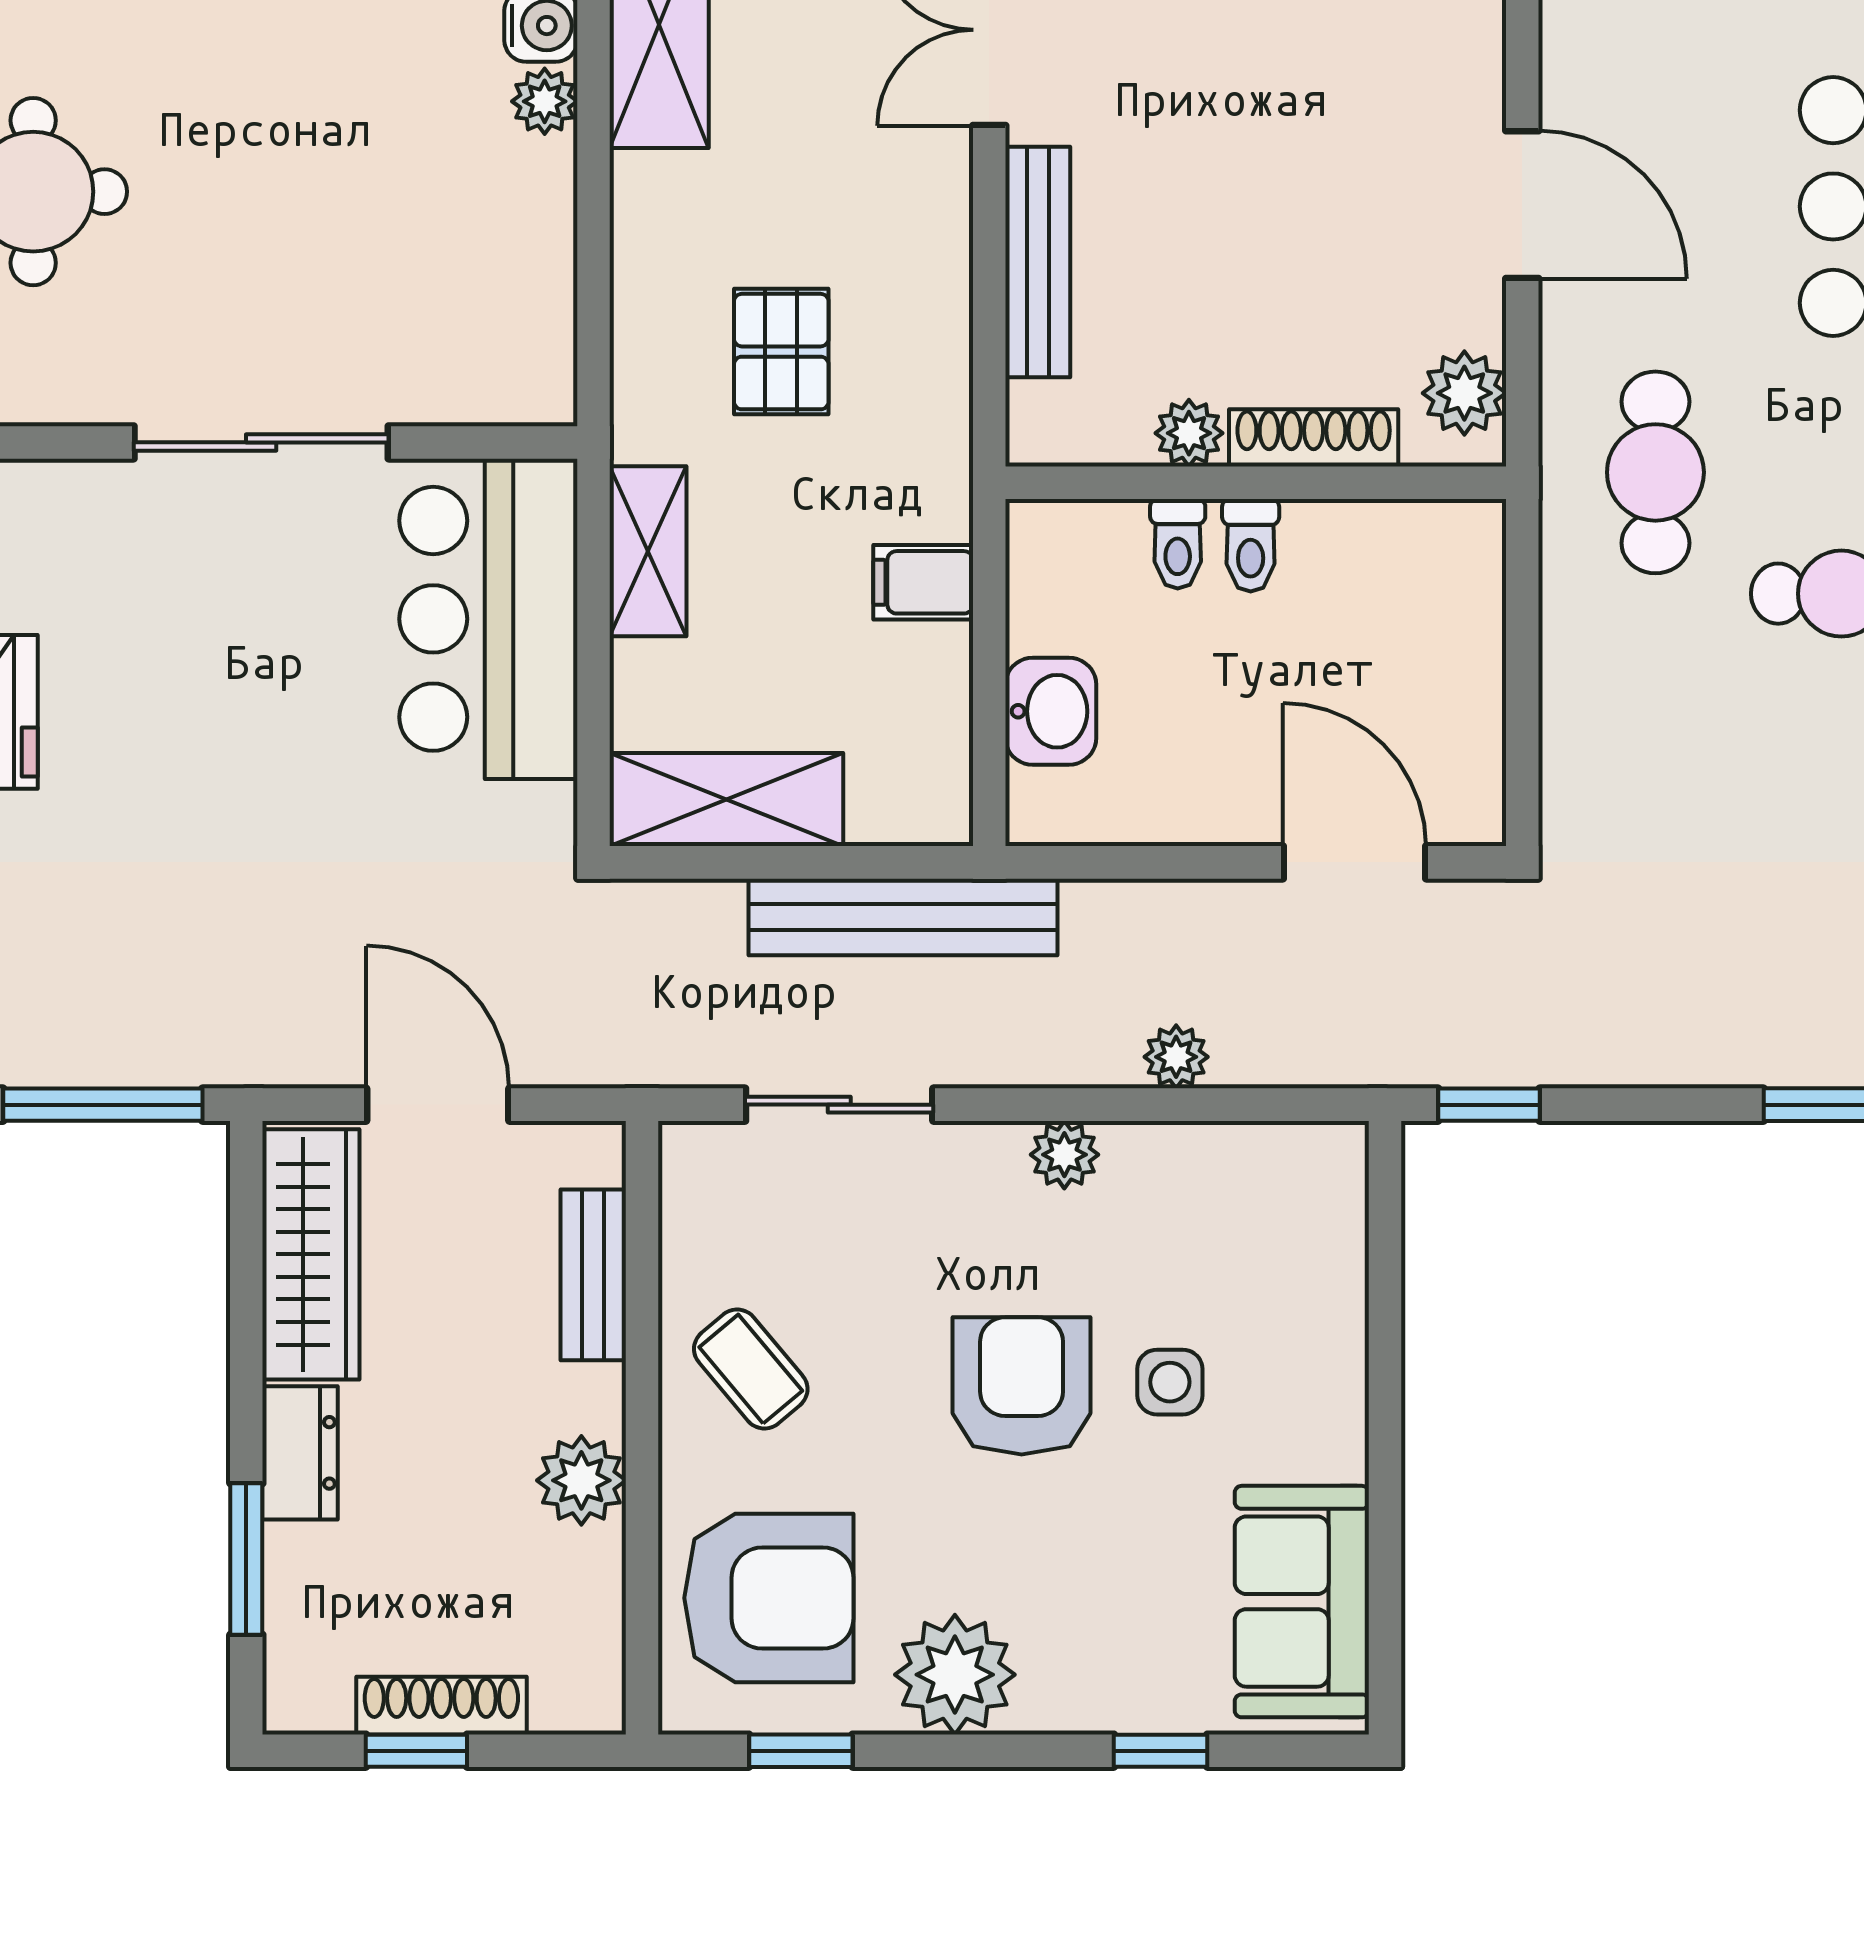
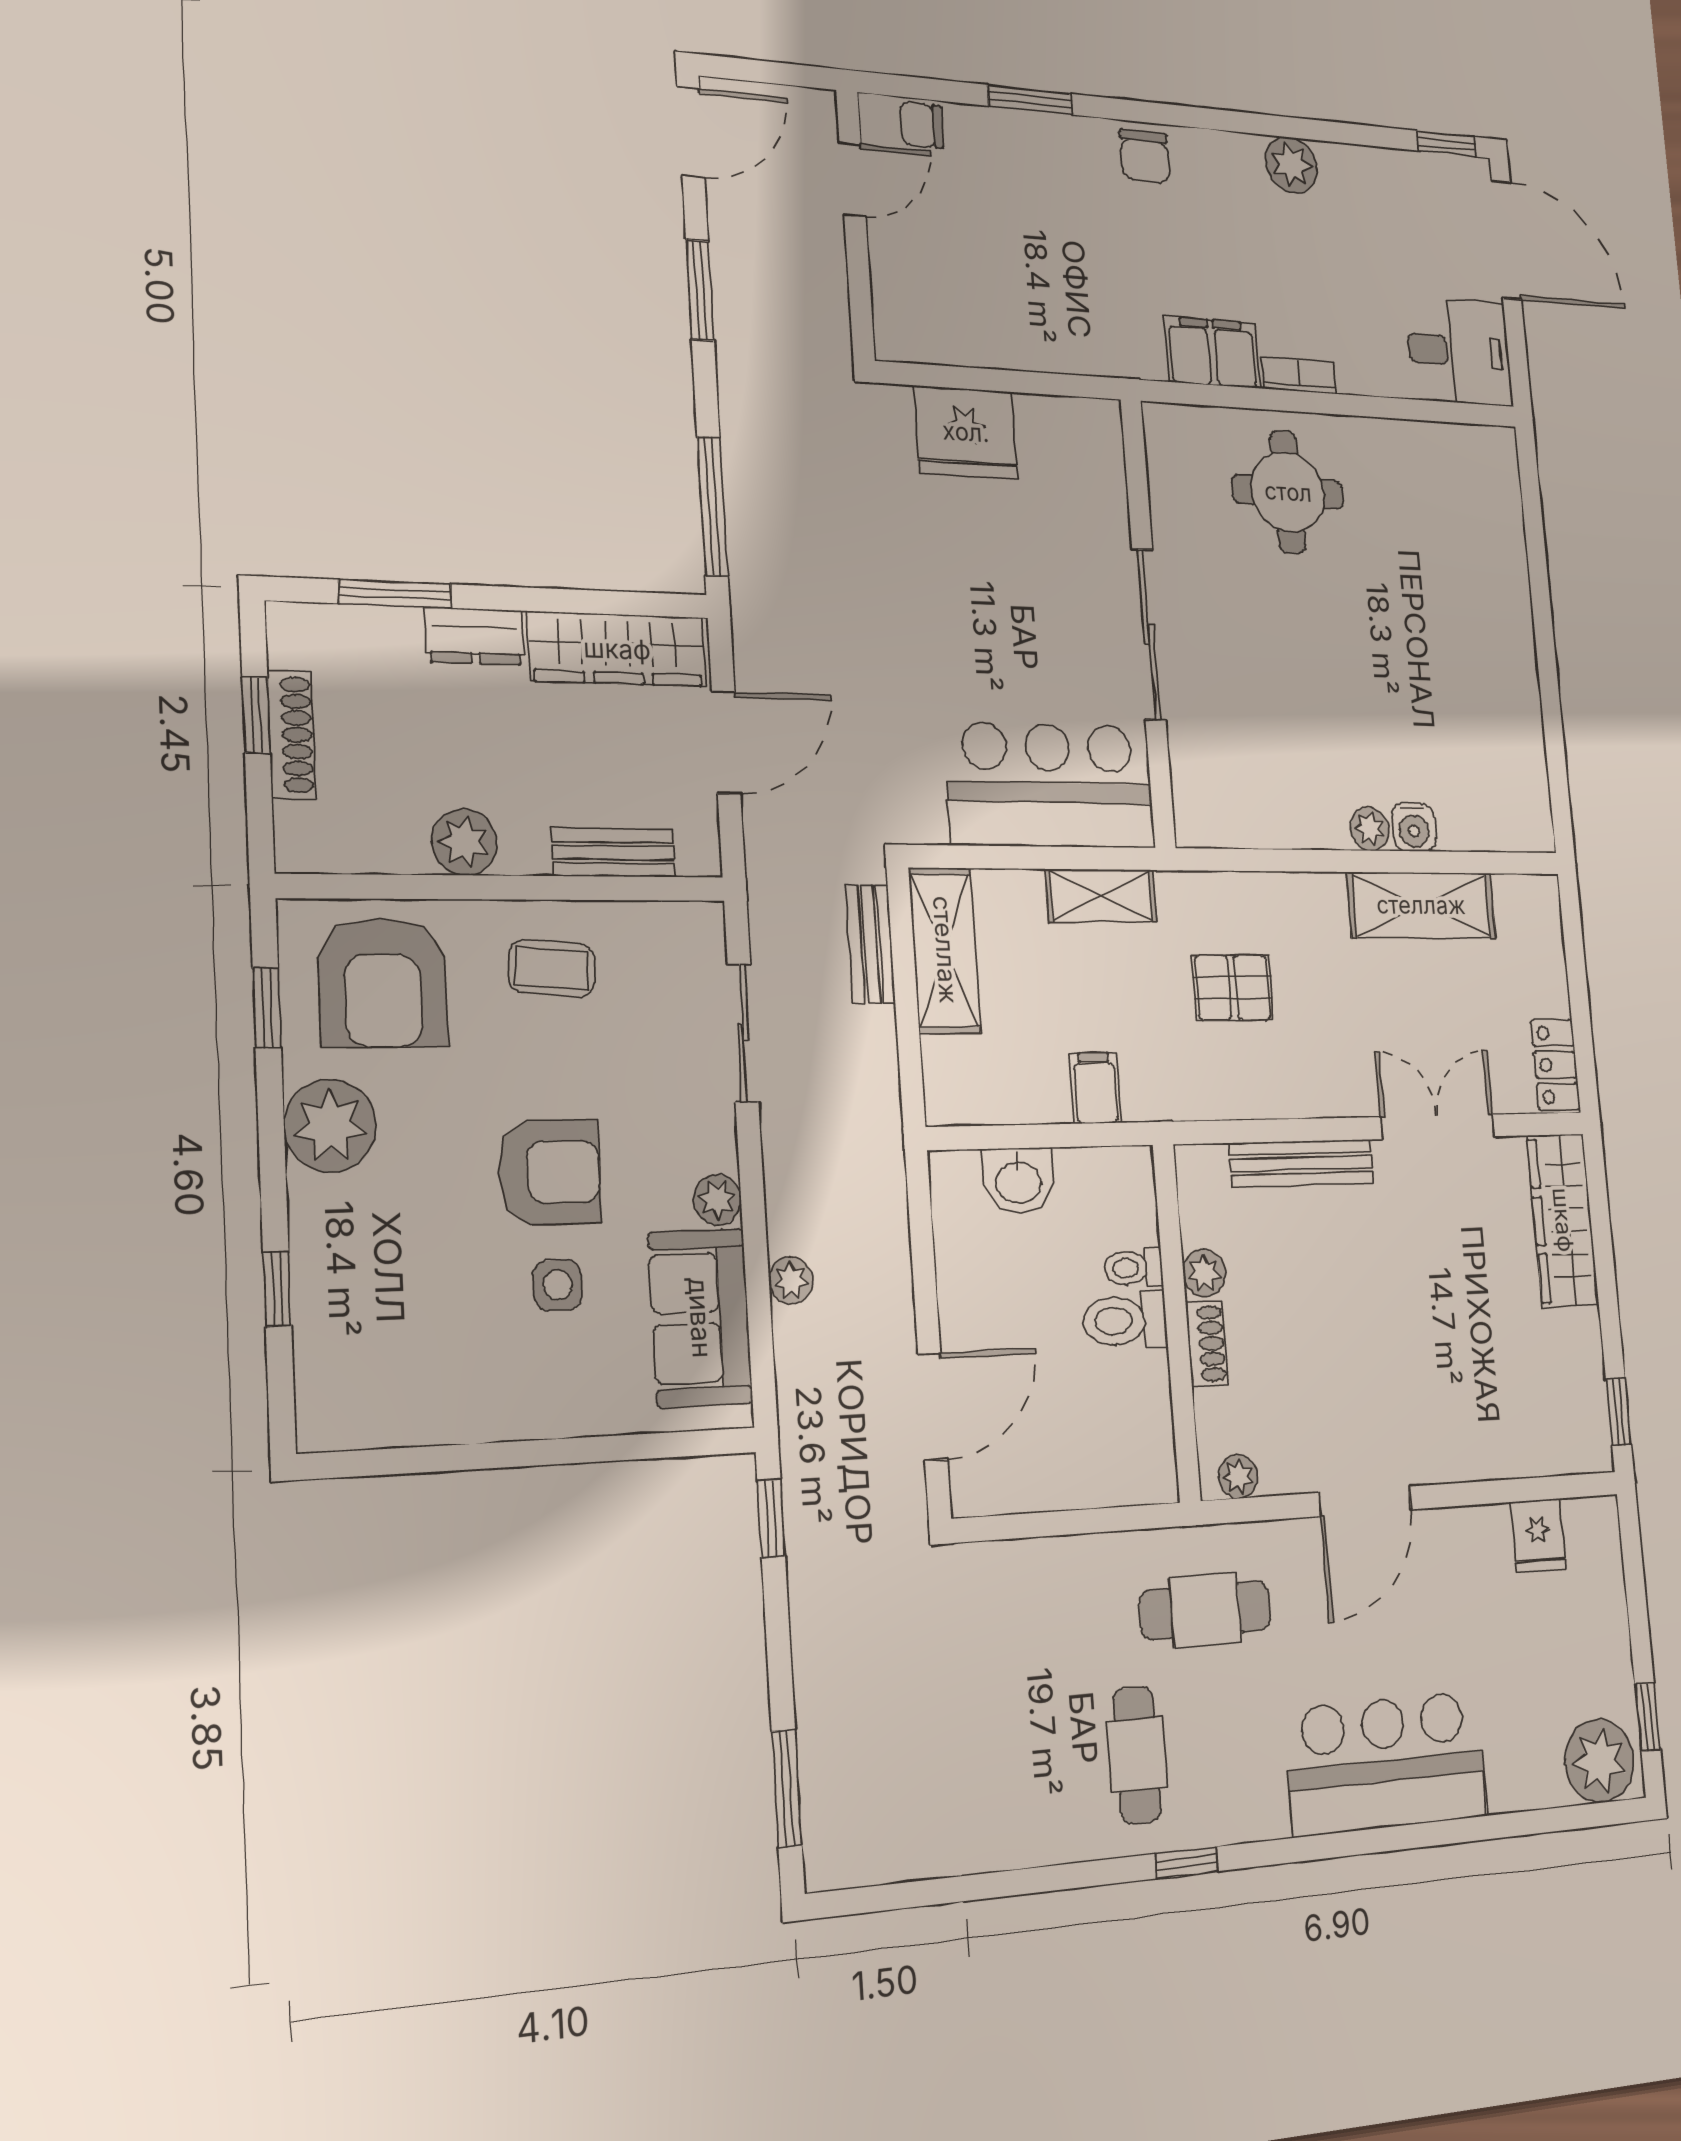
plant: (1464, 393) -> (1238, 1477), width x0.73, depth x0.73
shoe rack: (1314, 438) -> (1207, 1344), width x0.70
toilet: (1251, 545) -> (1125, 1321), width x1.37, depth x1.39
bench: (903, 917) -> (870, 944), moved, width x0.54, depth x0.82
coffee table: (751, 1369) -> (552, 968), turned 44
sofa: (1302, 1602) -> (700, 1318), moved, turned -90

